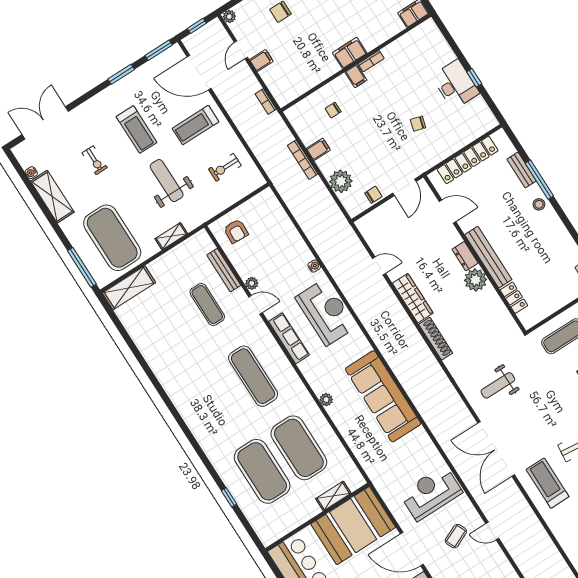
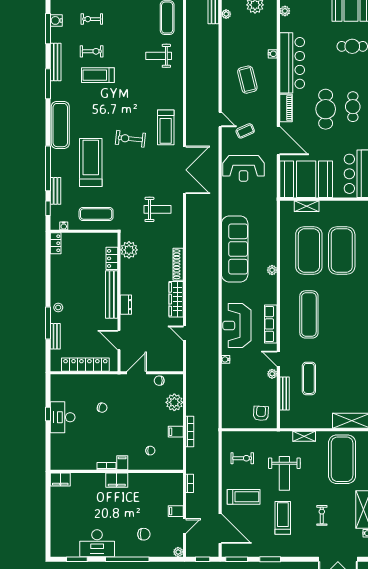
plant: (475, 280) -> (129, 250), moved

